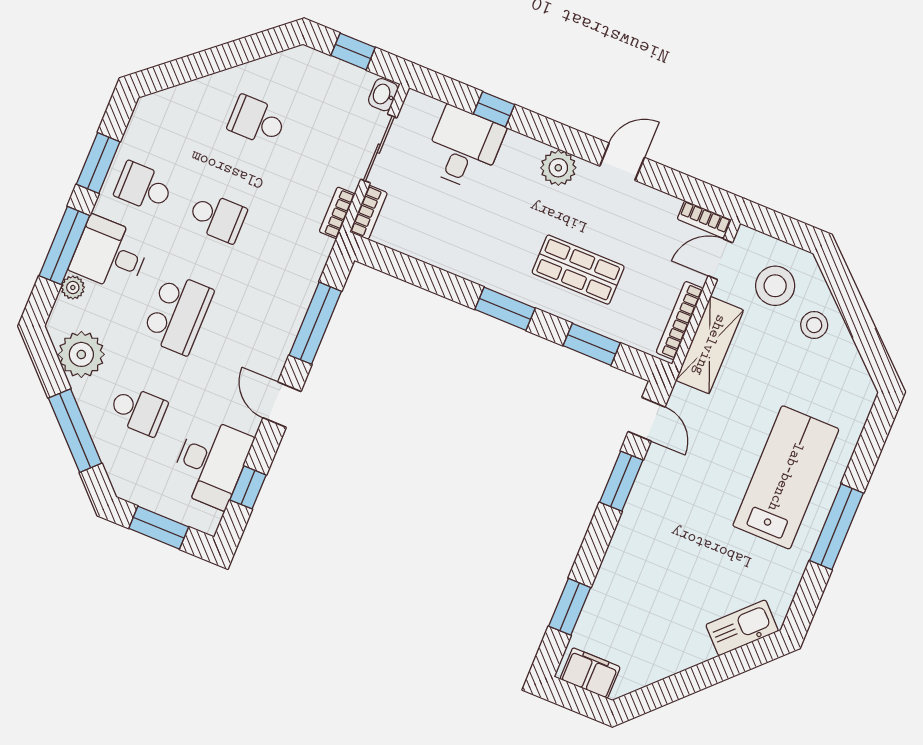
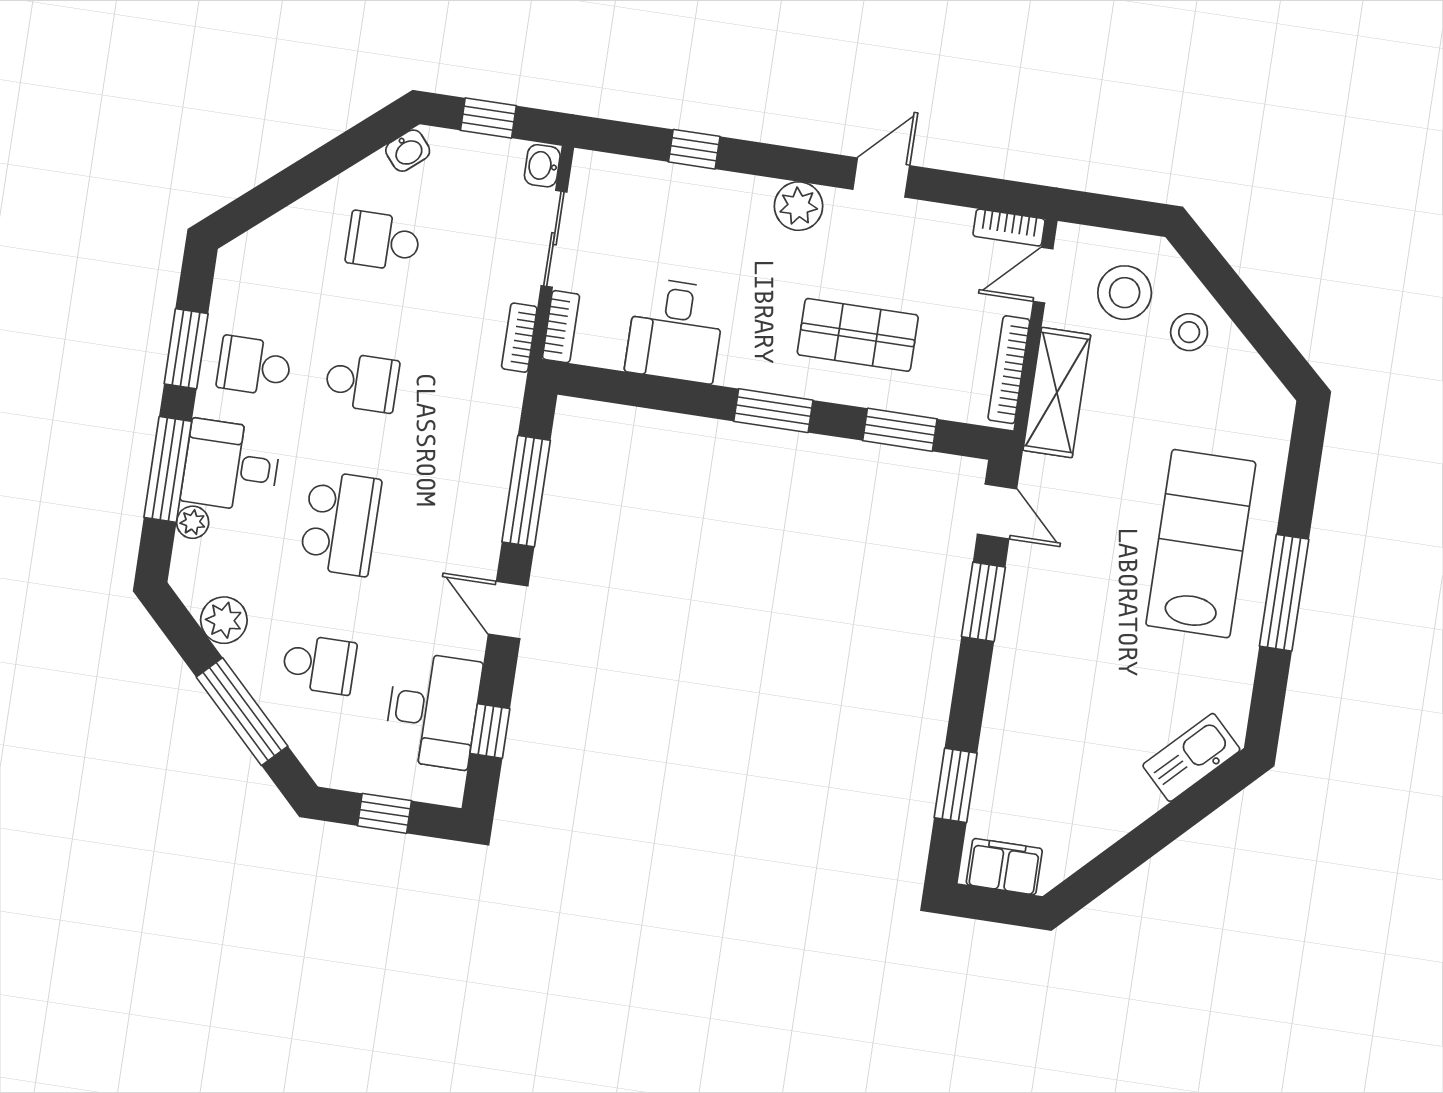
washbasin: (290, 61) -> (408, 151), added
desk: (464, 148) -> (675, 330), moved, turned 180
plant: (81, 354) -> (224, 620), width x0.73, depth x0.73
window: (159, 528) -> (384, 813), width x0.67

